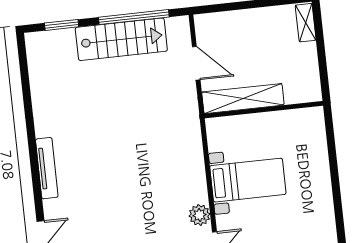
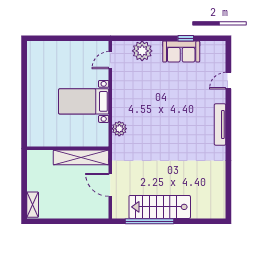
window: (62, 25) -> (199, 221), removed
plant: (200, 215) -> (119, 129), moved

